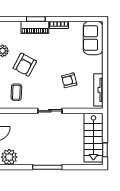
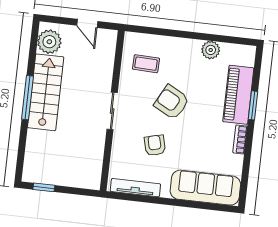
piano: (35, 27) -> (238, 95), width x1.37, depth x1.33
sofa: (93, 38) -> (205, 188), width x1.36
armchair: (25, 65) -> (172, 102), moved
stairs: (93, 138) -> (46, 92), moved, turned 90

